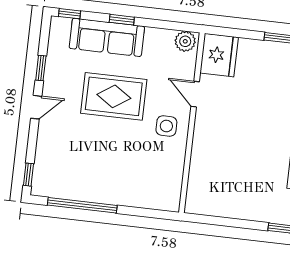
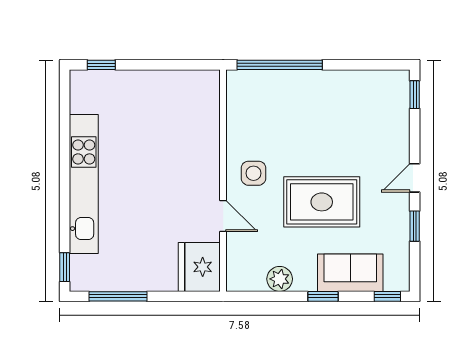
sofa: (107, 37) -> (350, 273), width x0.73
plant: (185, 41) -> (280, 279), moved
window: (82, 205) -> (280, 65), moved

